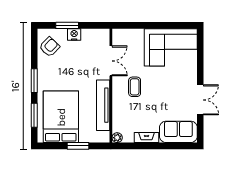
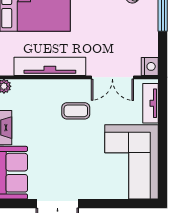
nightstand: (74, 34) -> (150, 66), moved
tv unit: (129, 34) -> (150, 103), added

